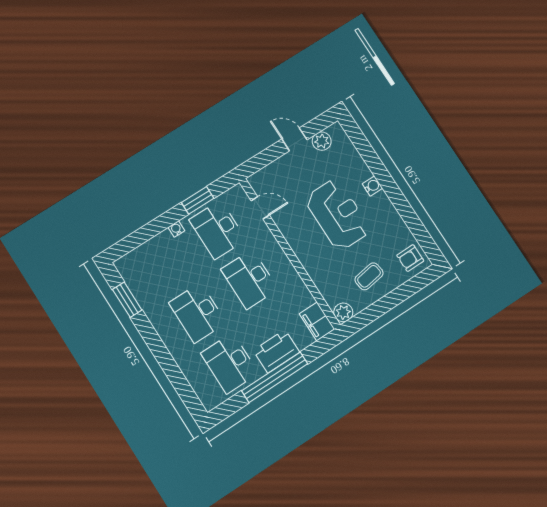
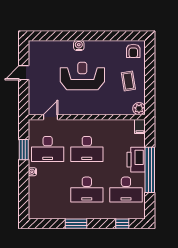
plant: (322, 141) -> (35, 58), removed
window: (127, 300) -> (76, 224), moved
filing cabinet: (317, 321) -> (140, 127), width x0.50
window: (183, 387) -> (122, 224), added

